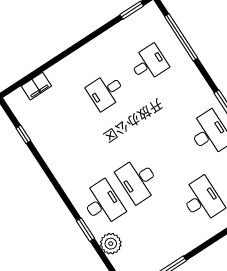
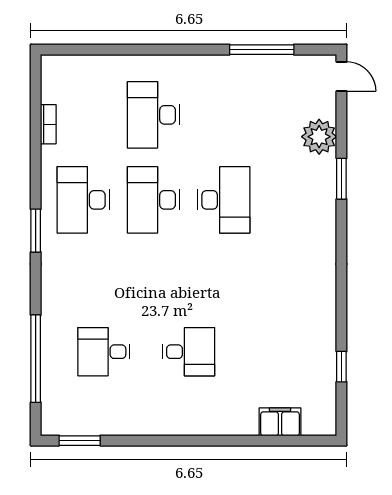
desk: (103, 203) -> (153, 200), moved

